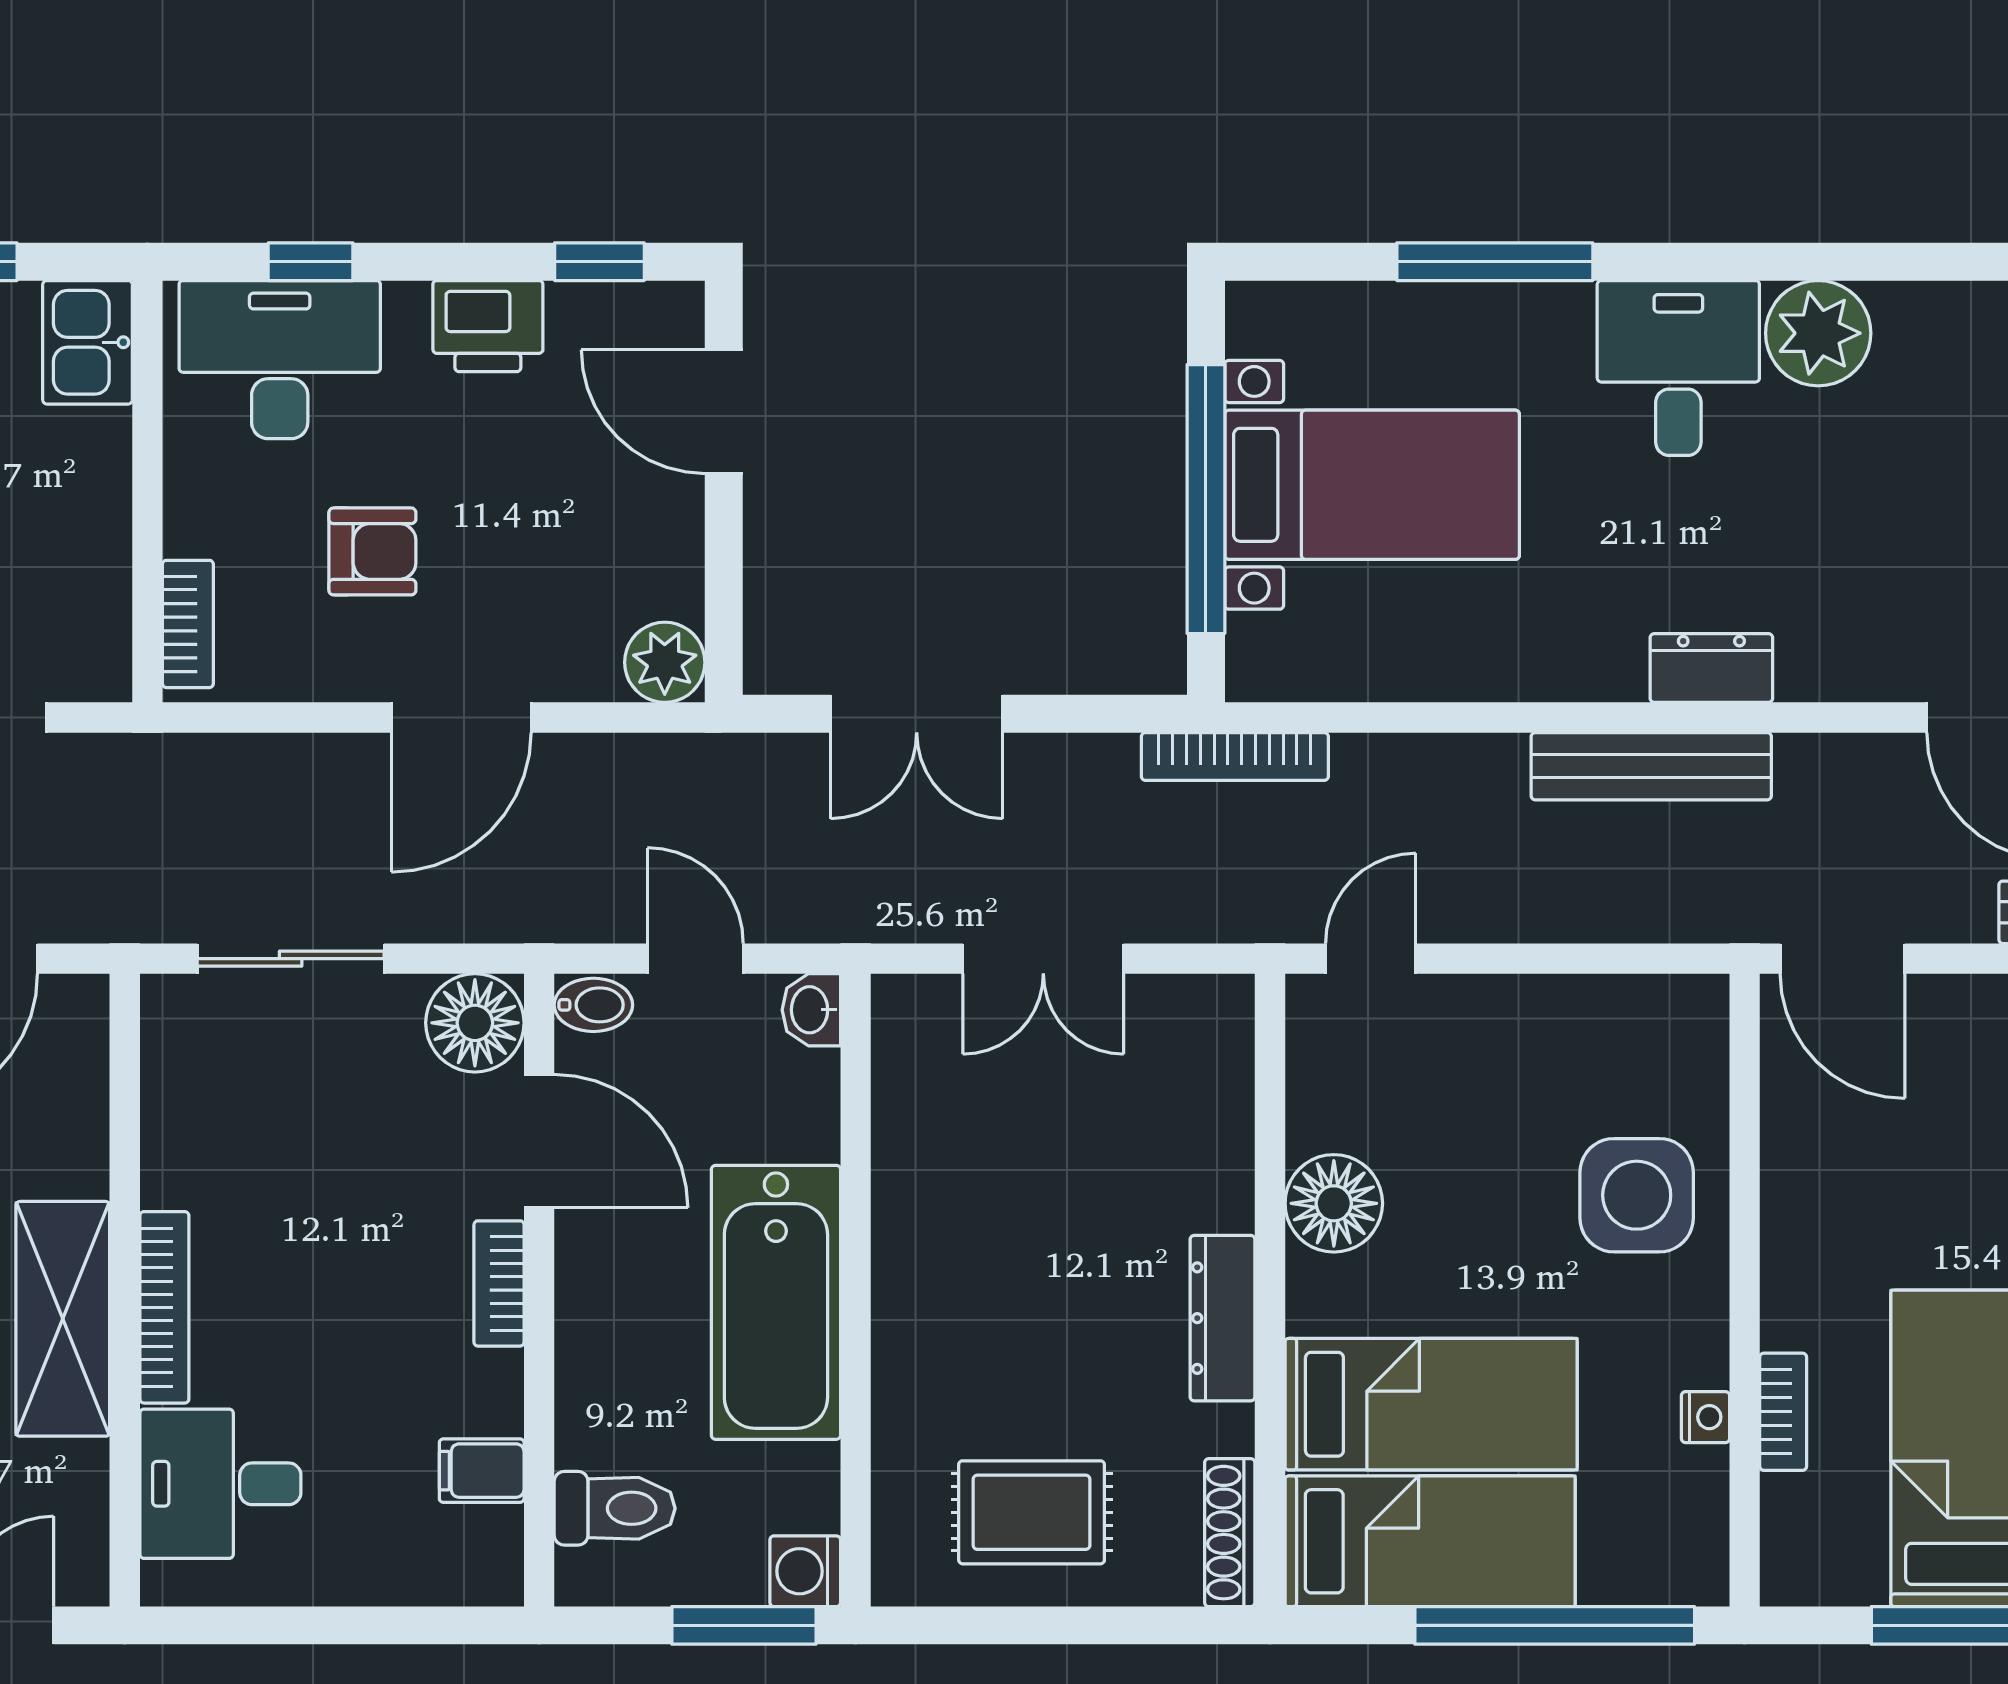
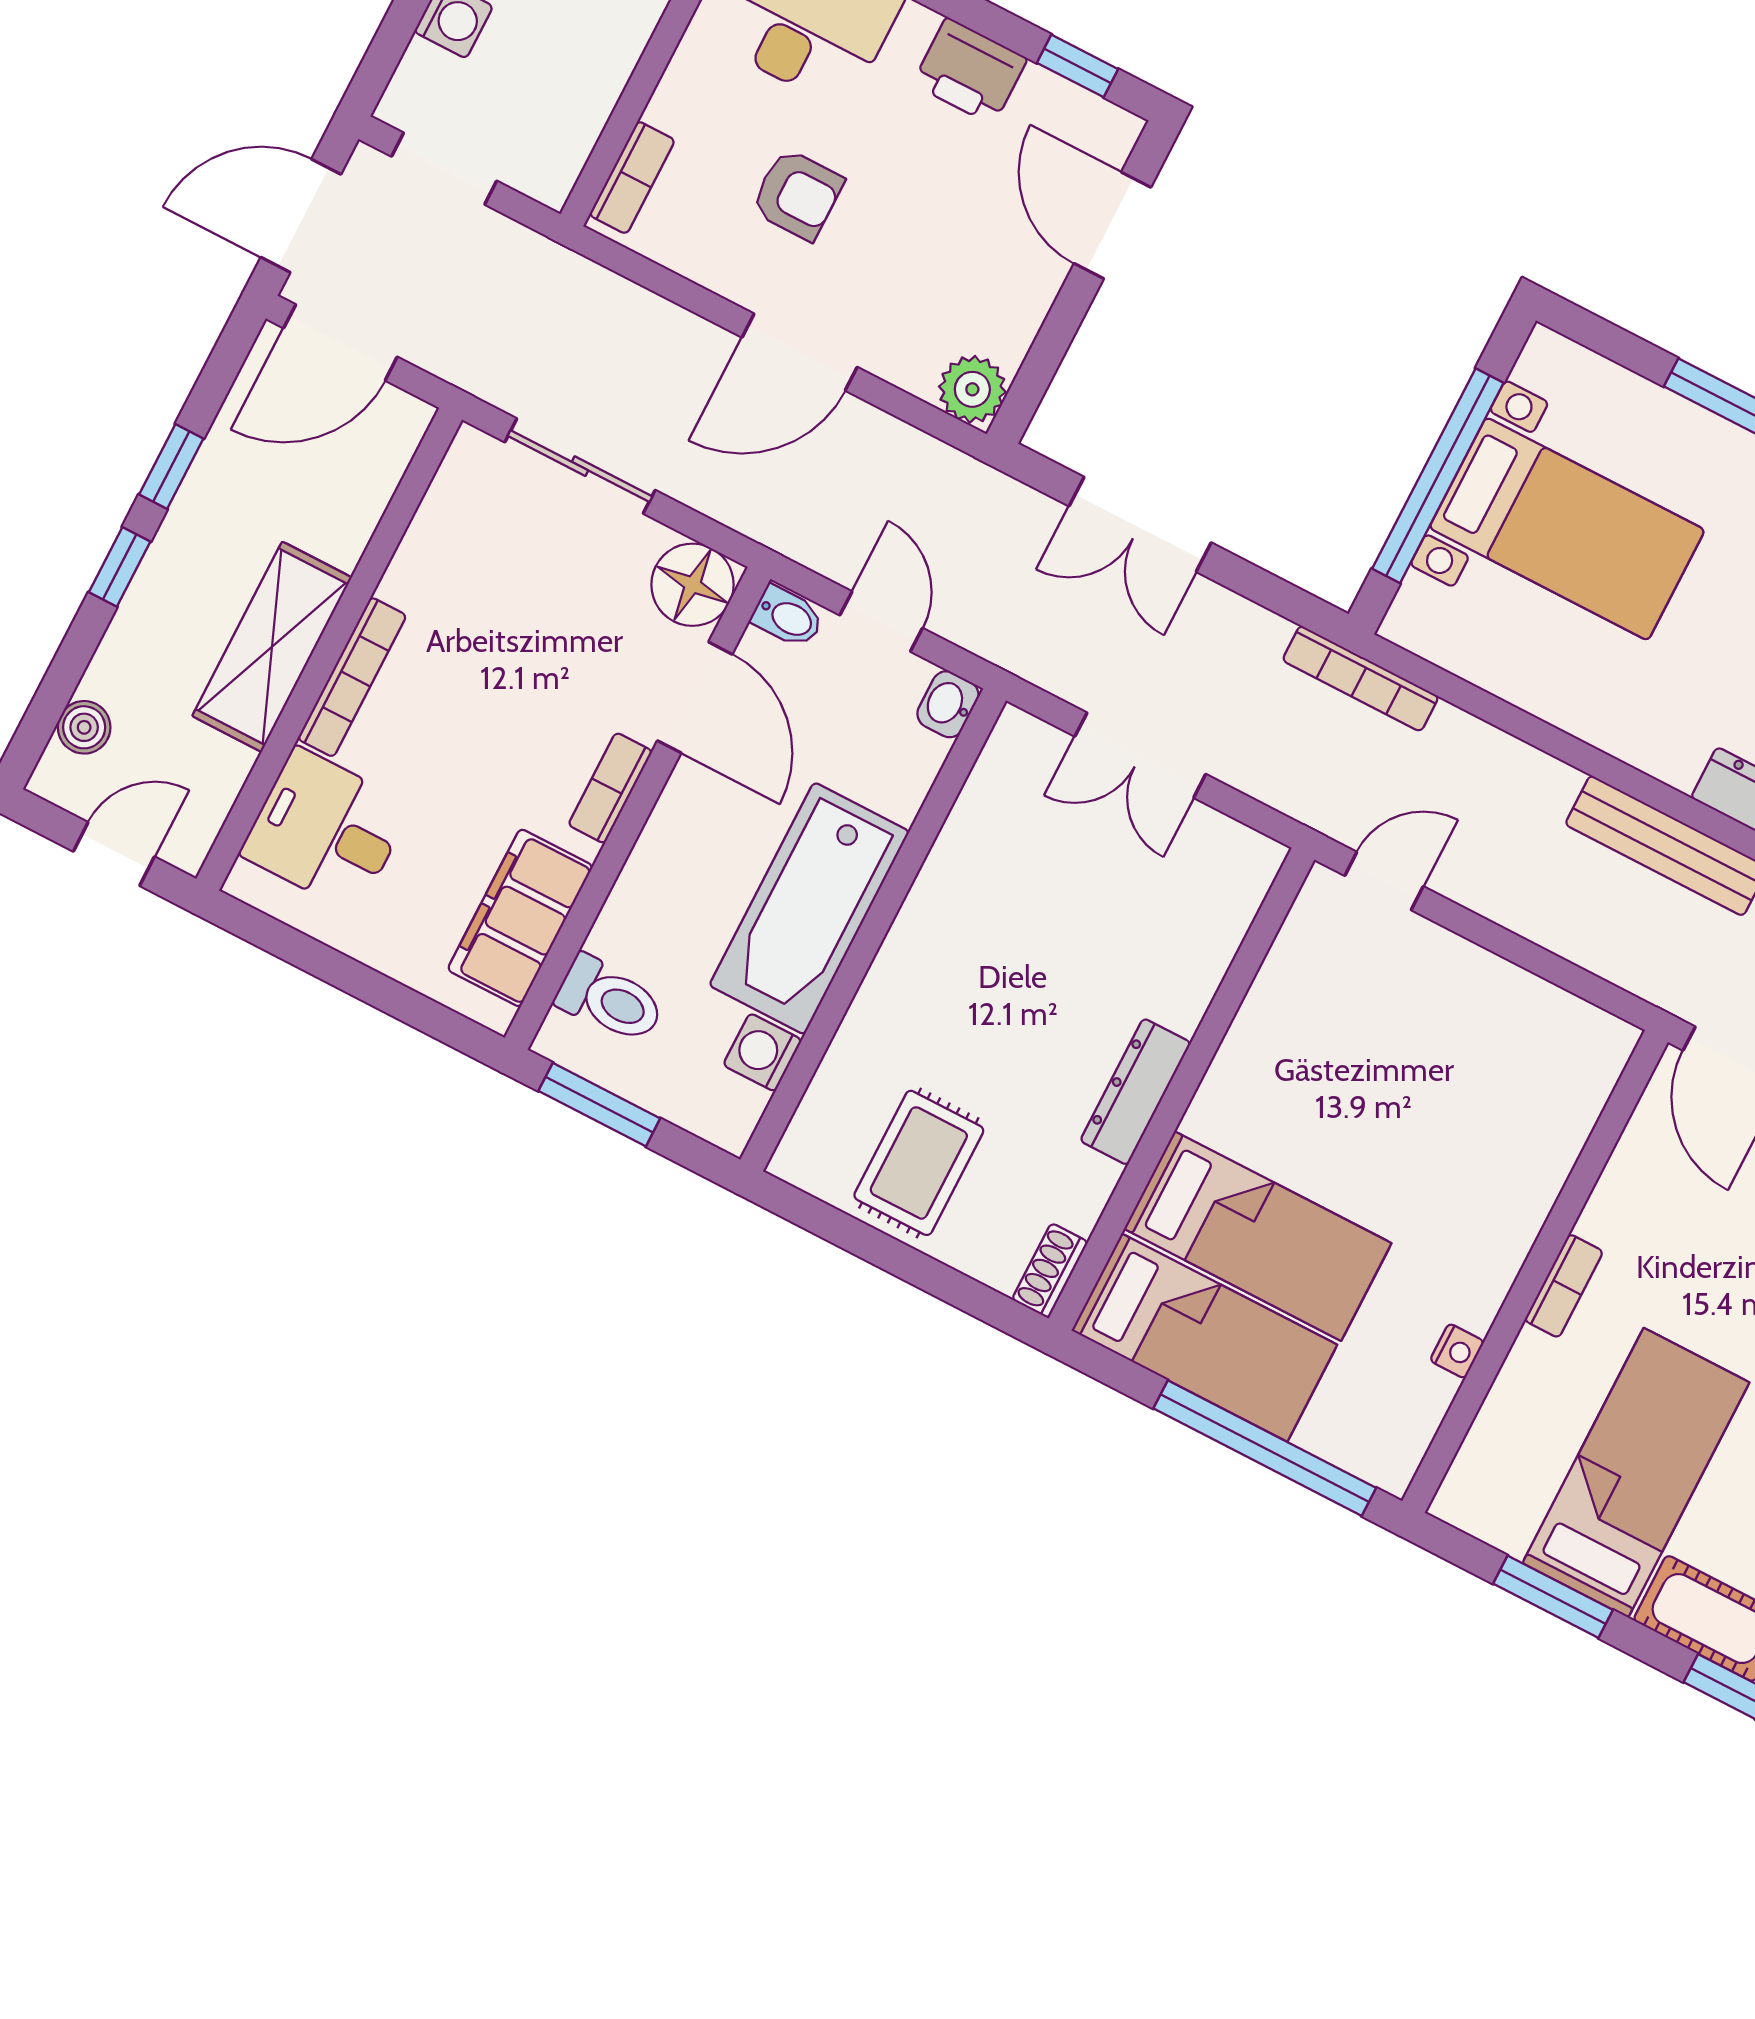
side table: (1637, 1195) -> (1491, 1159), removed
floor lamp: (1334, 1203) -> (1262, 1049), removed
bookcase: (1783, 1412) -> (1564, 1286), moved
filing cabinet: (482, 1471) -> (520, 918), width x3.00, depth x1.17
rug: (1032, 1512) -> (919, 1163), turned 90
shoe rack: (1230, 1533) -> (1050, 1271), width x0.70
washing machine: (805, 1571) -> (762, 1052), moved
window: (744, 1625) -> (599, 1105), moved

